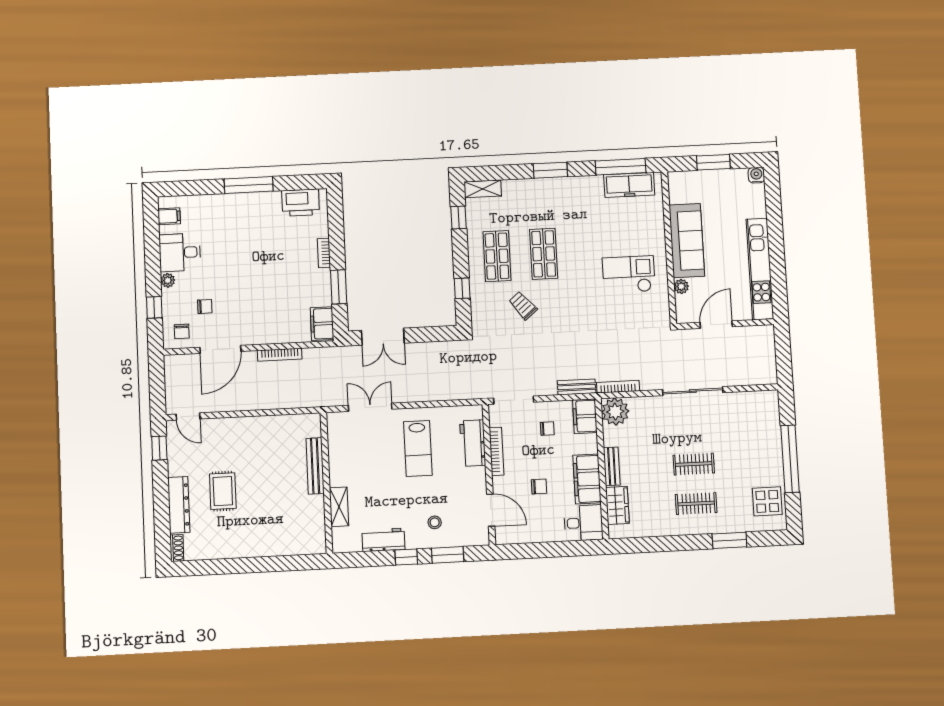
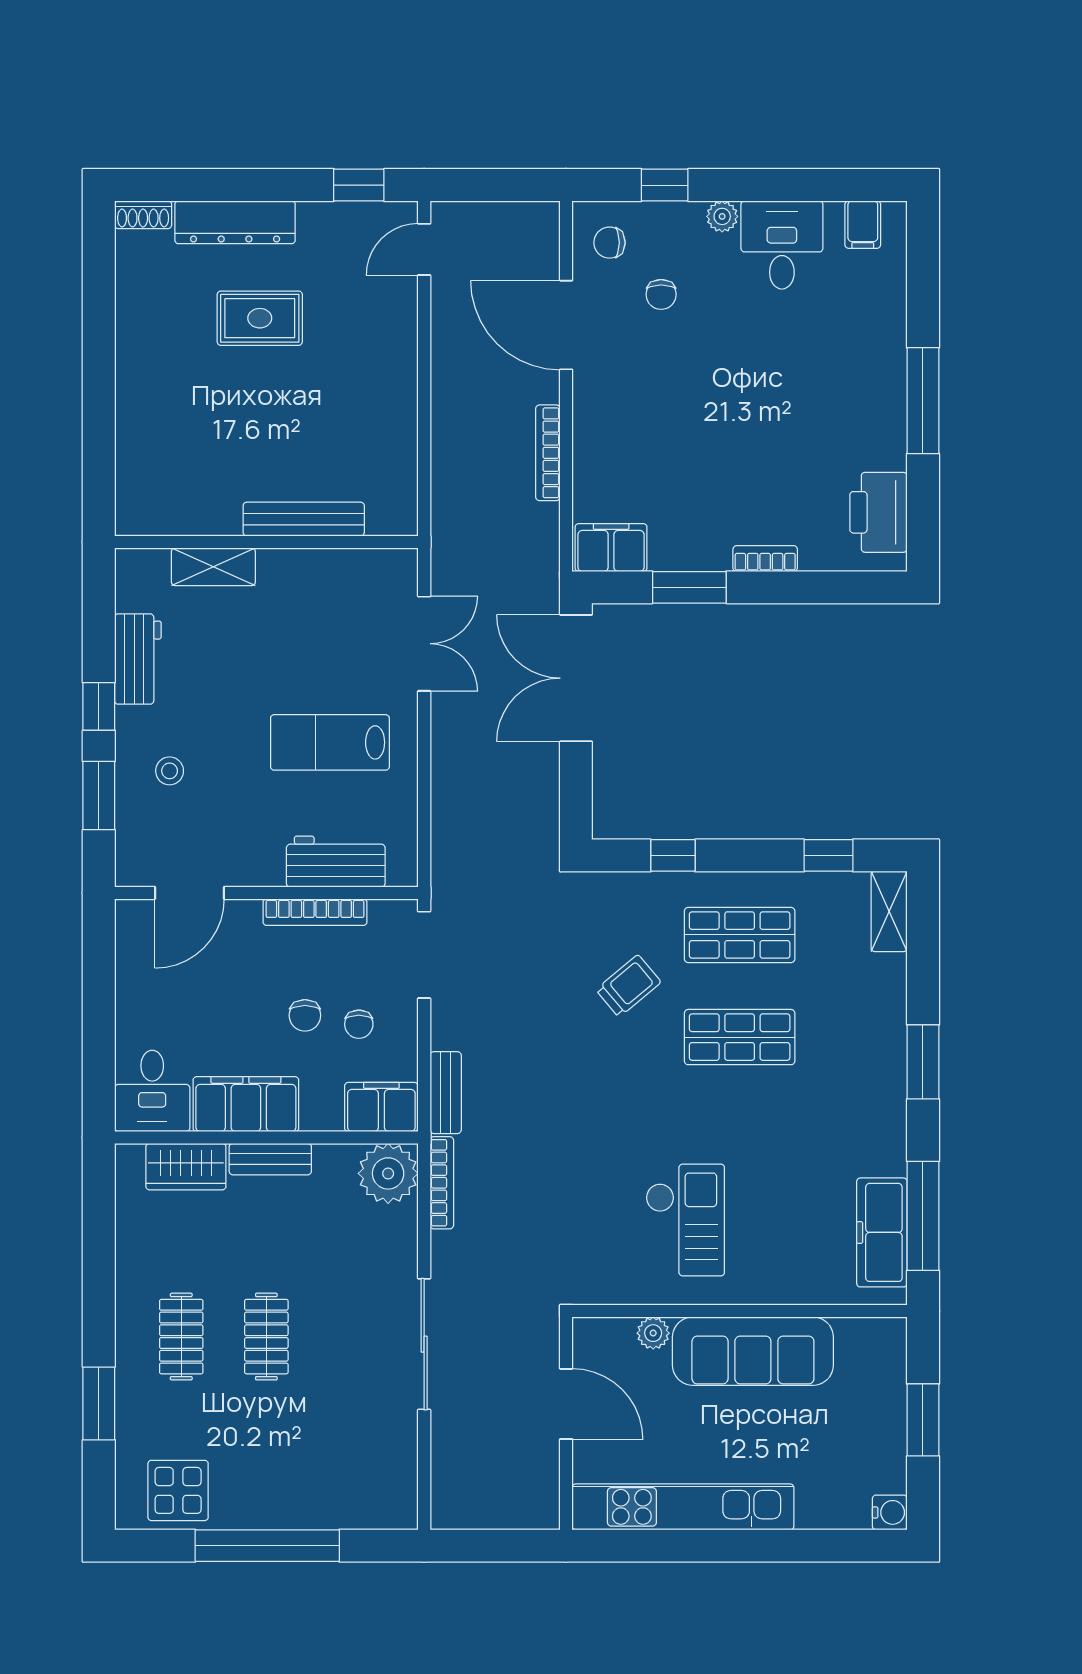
double door: (383, 337) -> (576, 678), width x1.37
chair: (539, 486) -> (305, 1015), moved

